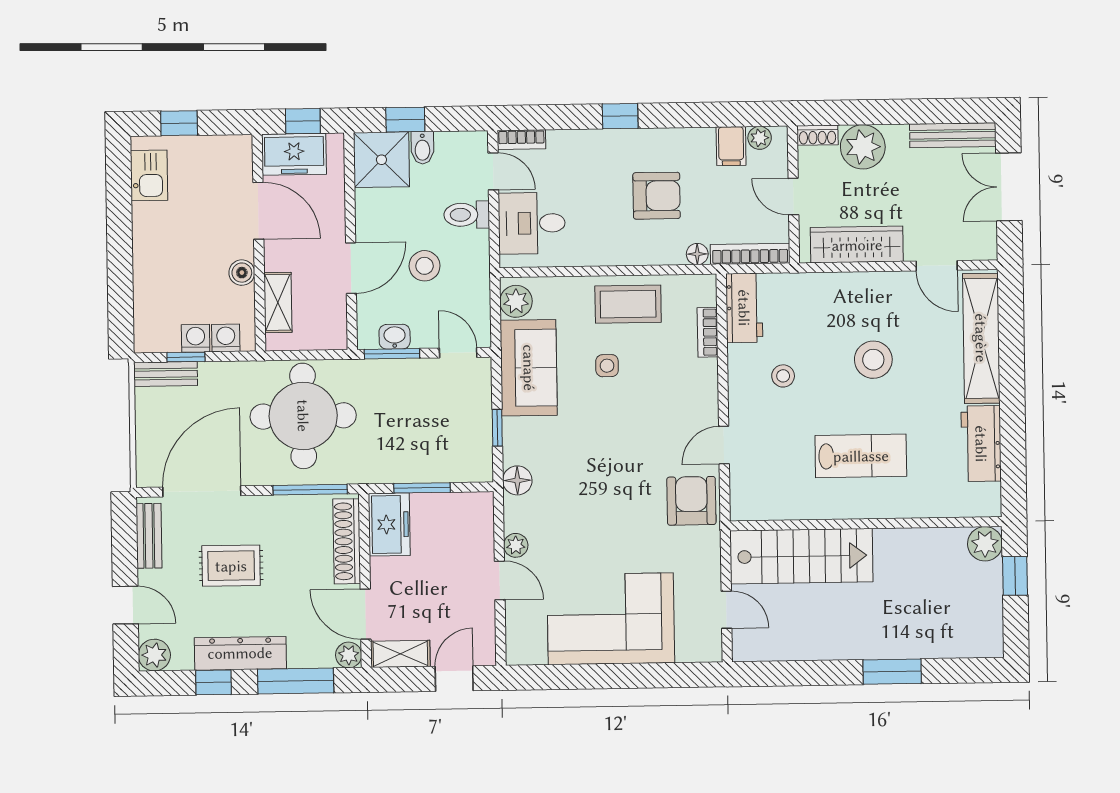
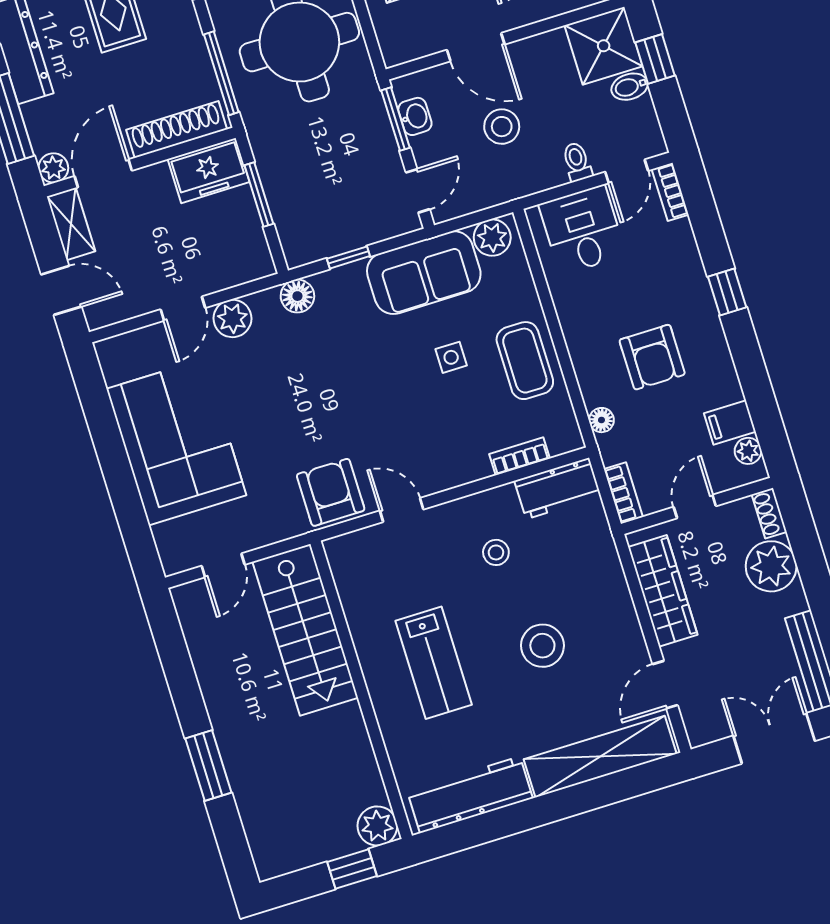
toilet: (467, 215) -> (577, 162), width x0.73, depth x0.72
bookcase: (750, 254) -> (623, 493), width x0.64
workbench: (981, 444) -> (470, 795), width x1.38
armchair: (691, 501) -> (331, 492), turned -90
plant: (516, 545) -> (233, 318), width x1.38, depth x1.38

